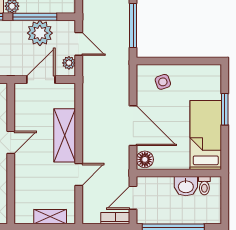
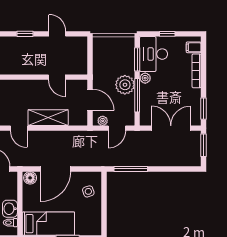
plant: (40, 33) -> (125, 85), moved
door: (11, 142) -> (57, 77), moved

